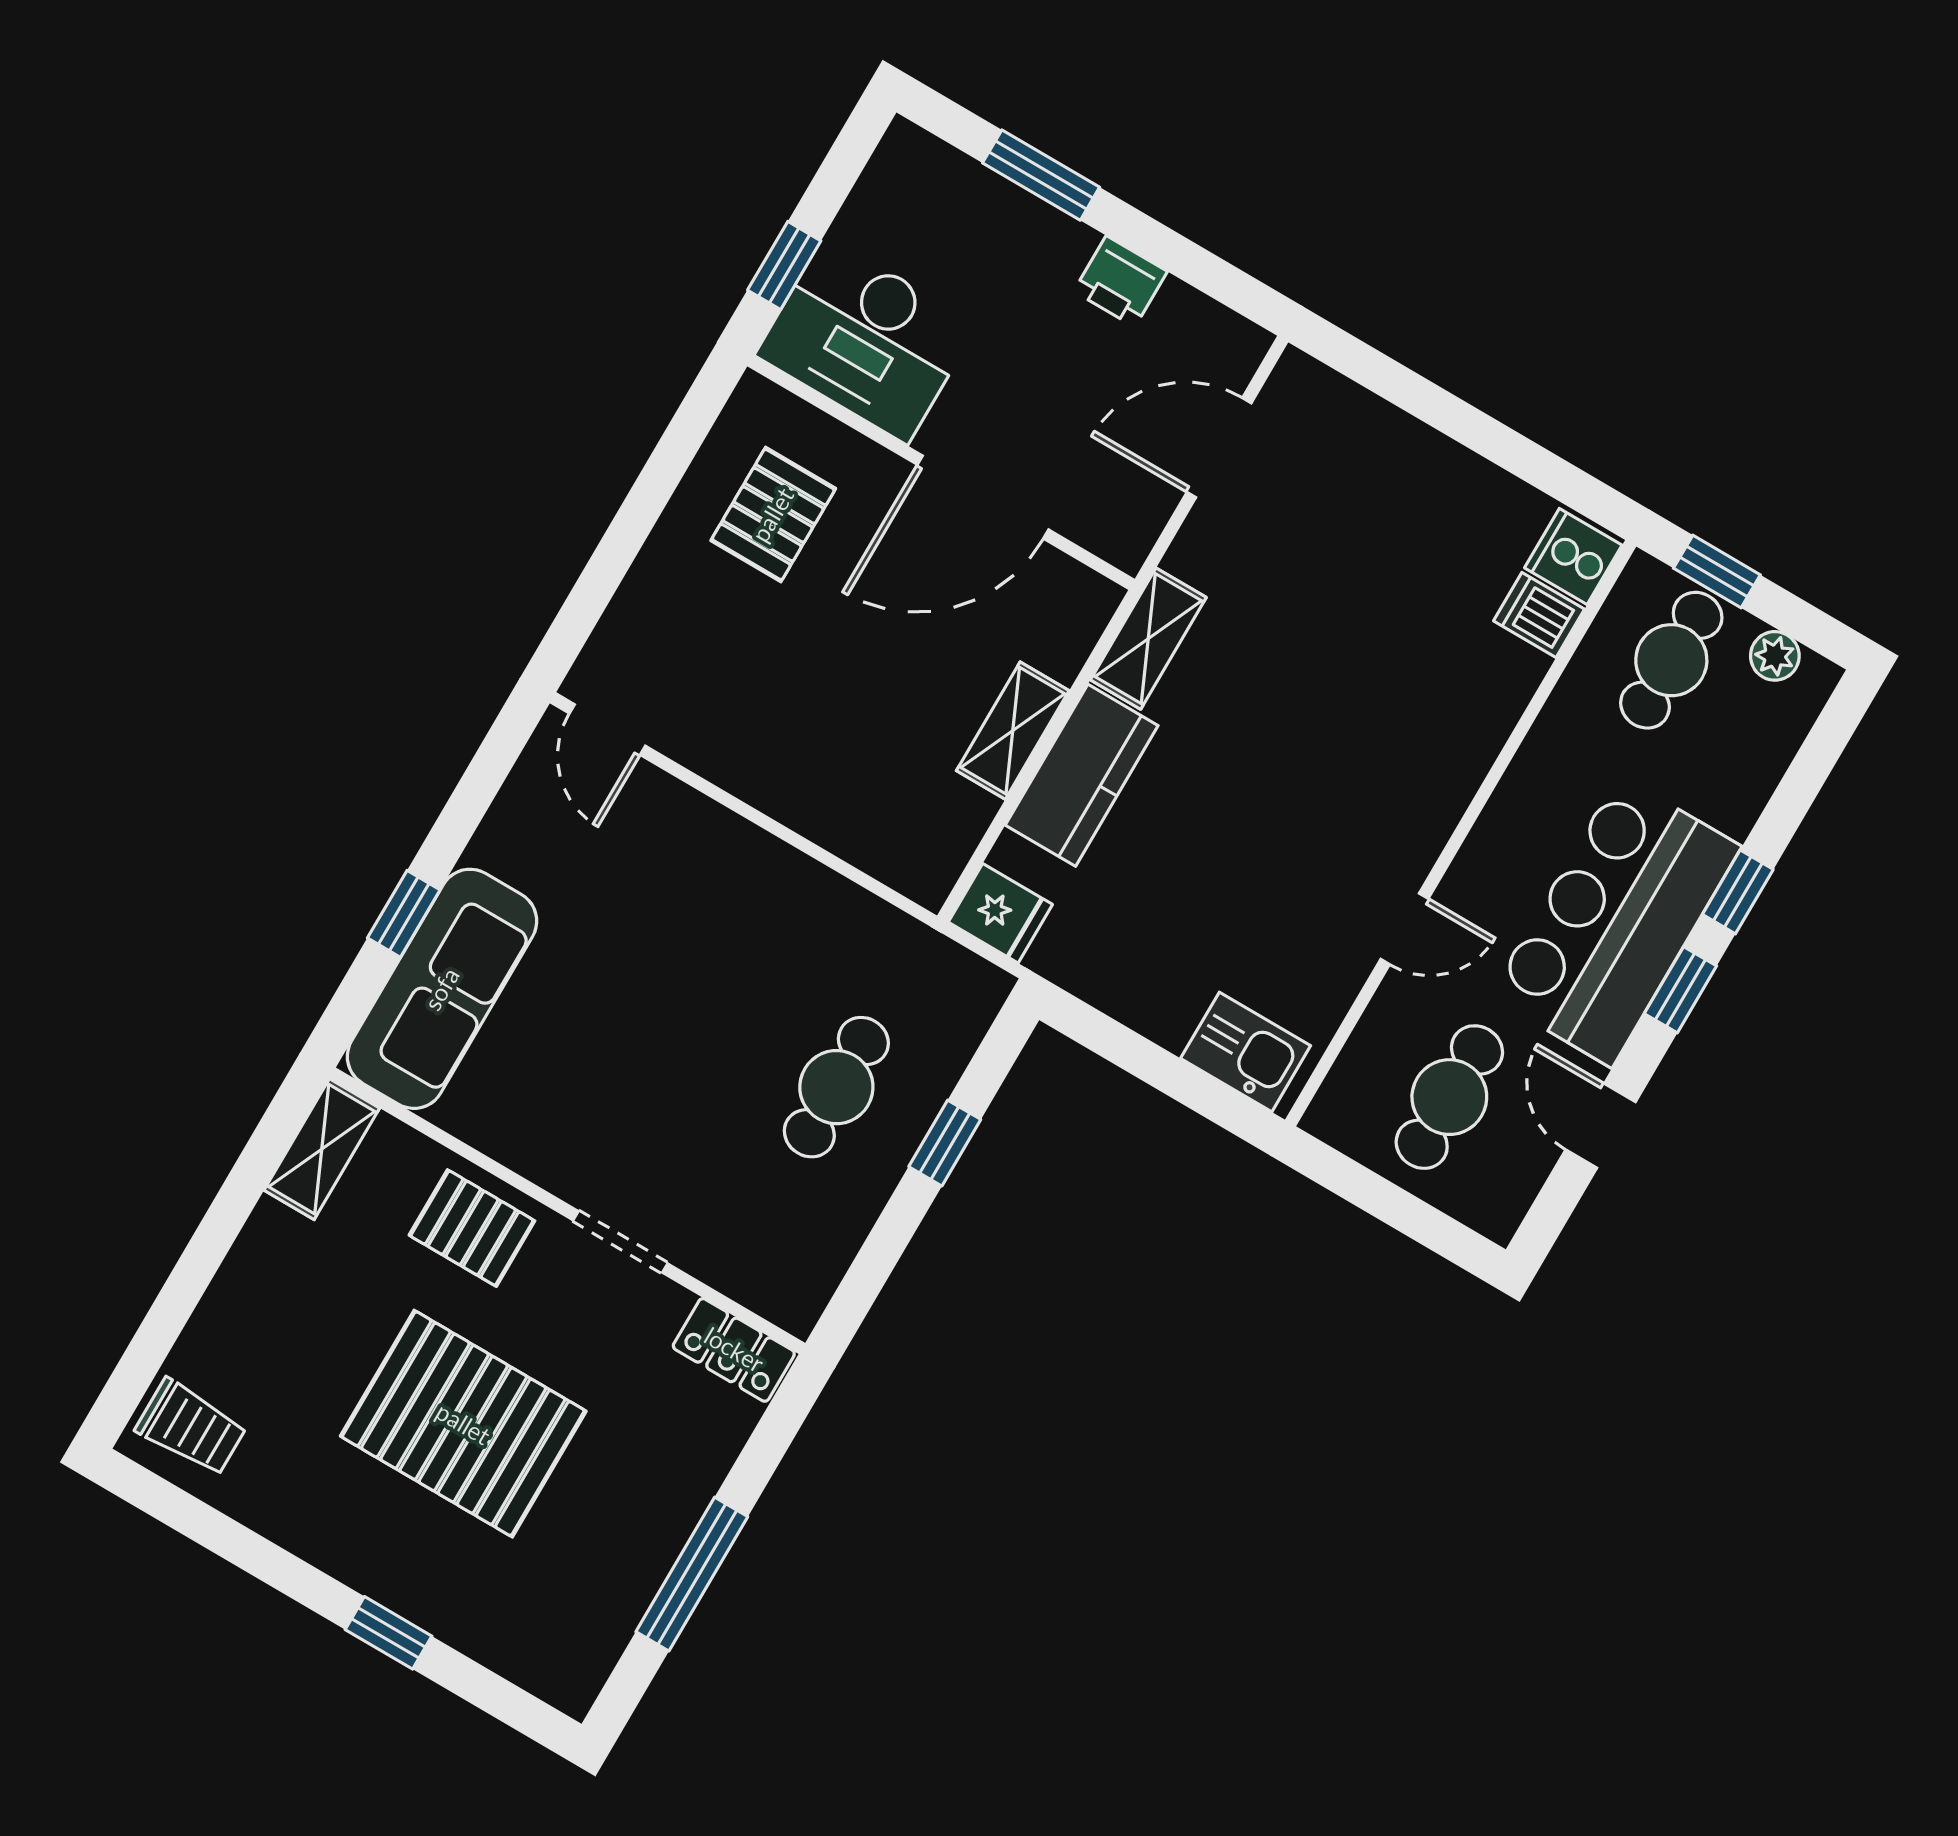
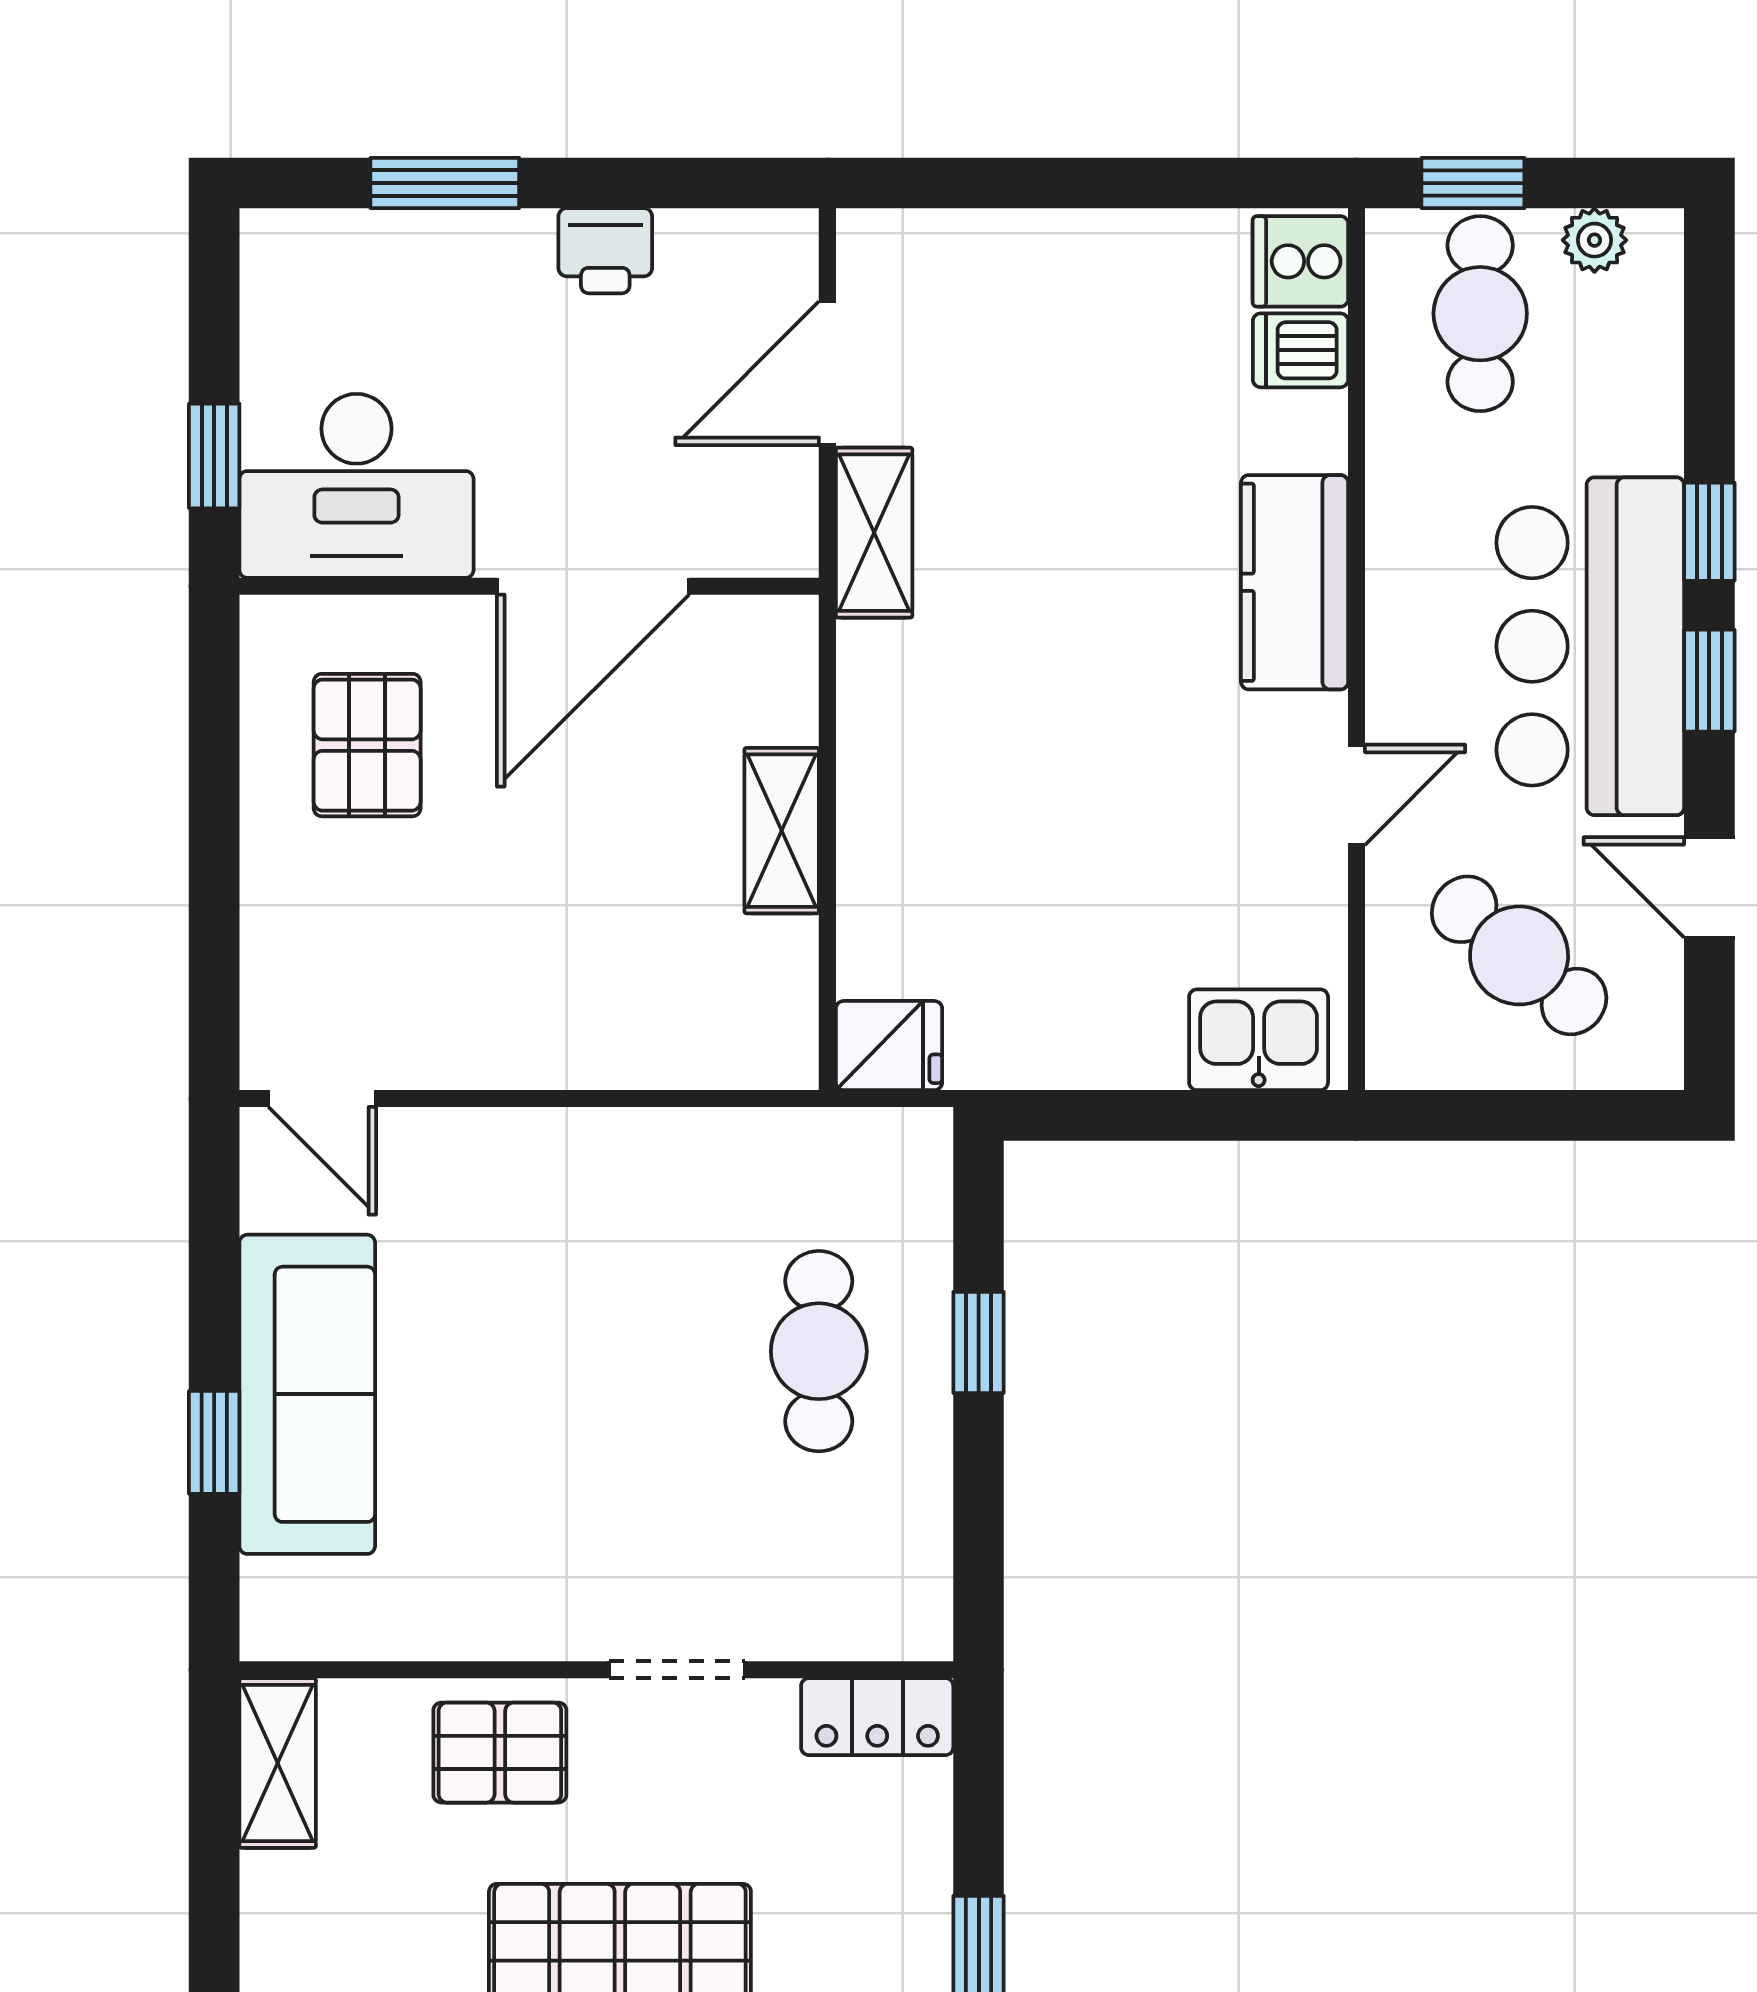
shelving: (1148, 639) -> (874, 533), moved
kitchen counter: (1082, 775) -> (1295, 582), moved, turned 180
sofa: (442, 989) -> (307, 1394), moved
cafe table: (1449, 1097) -> (1519, 955), turned -50

